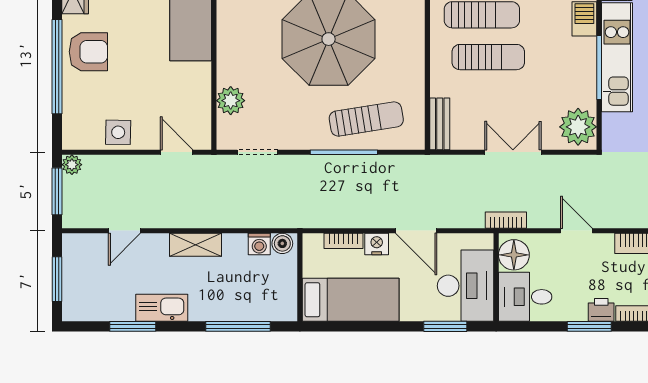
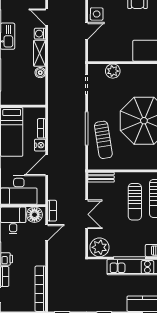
door: (177, 152) -> (87, 31), moved
door: (576, 231) -> (47, 233), moved
boiler: (282, 243) -> (40, 73), moved
washing machine: (259, 244) -> (40, 34), moved

